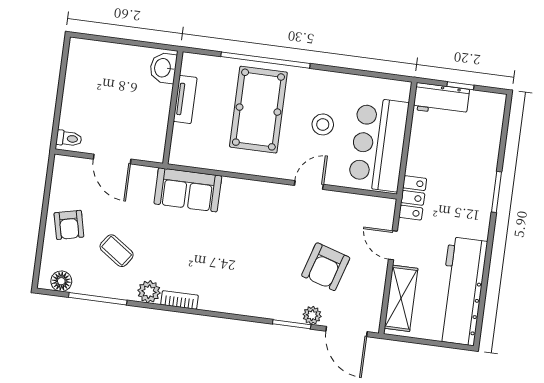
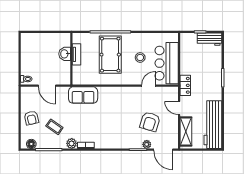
washbasin: (163, 68) -> (65, 54), moved
workbench: (441, 99) -> (210, 39), moved
door: (309, 185) -> (148, 86), moved

